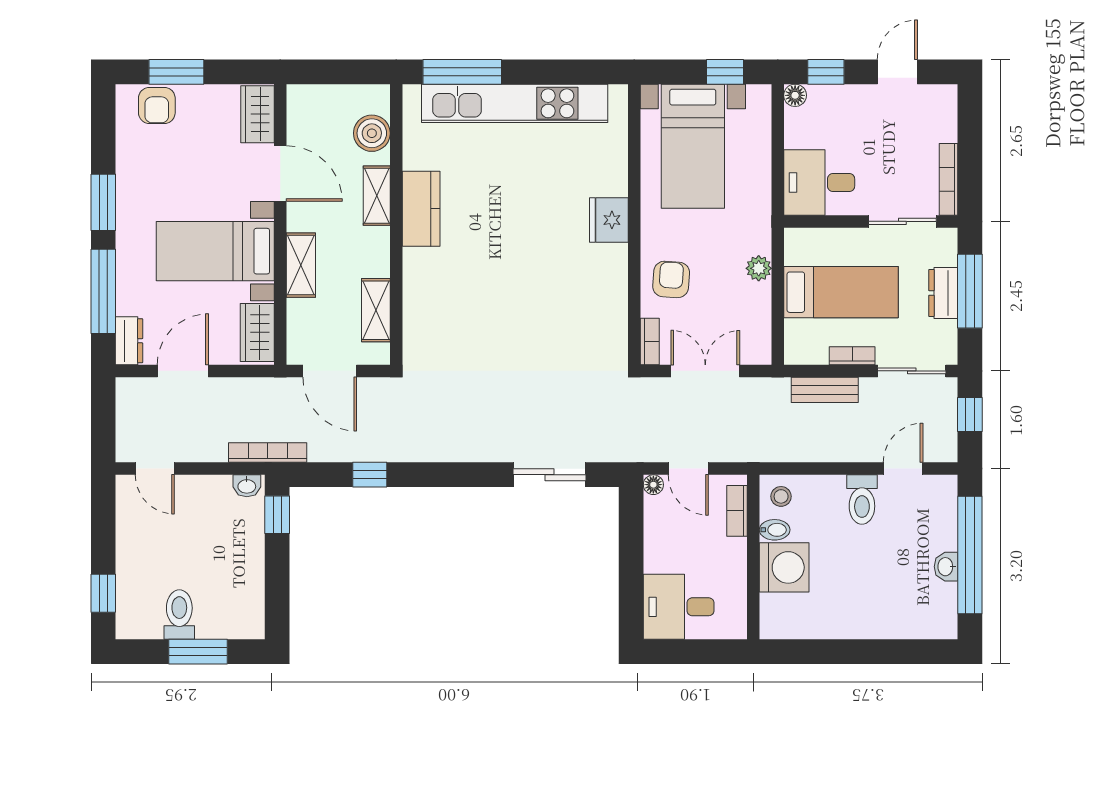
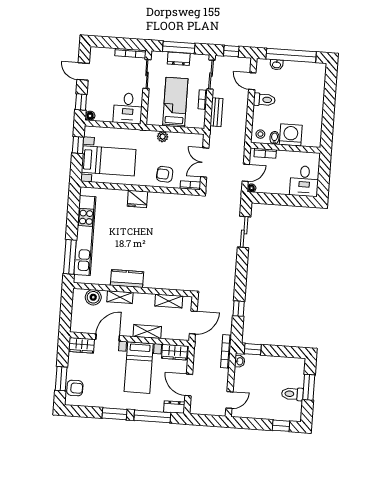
washbasin: (946, 567) -> (277, 65), moved

